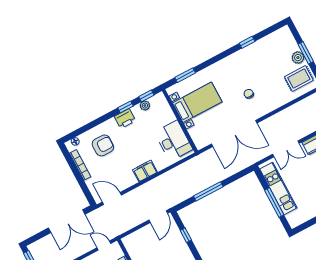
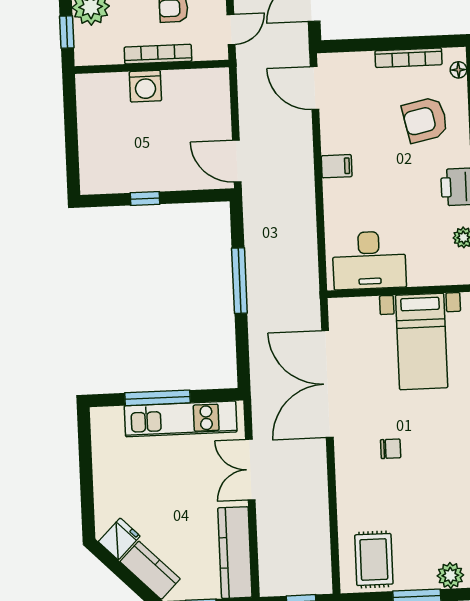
plant: (298, 58) -> (450, 575), moved
armchair: (103, 145) -> (425, 120), turned 78
filing cabinet: (145, 171) -> (337, 166), width x0.50
door: (112, 199) -> (315, 88), swing flipped
window: (186, 235) -> (145, 199), moved

